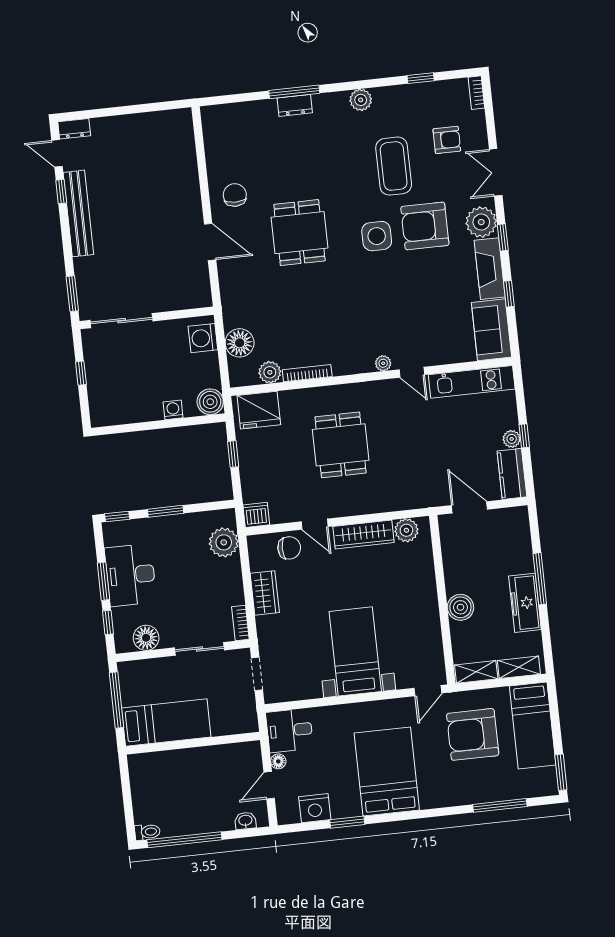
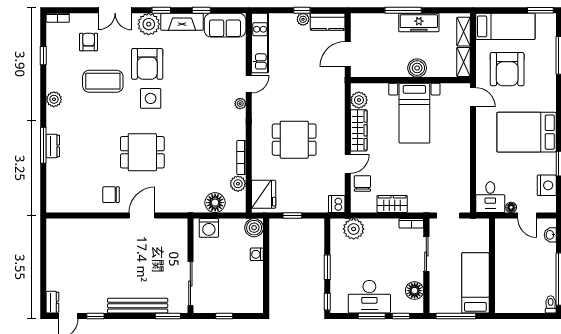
bench: (78, 213) -> (138, 306), moved
bed with nightstands: (355, 651) -> (414, 113), moved, turned -90

